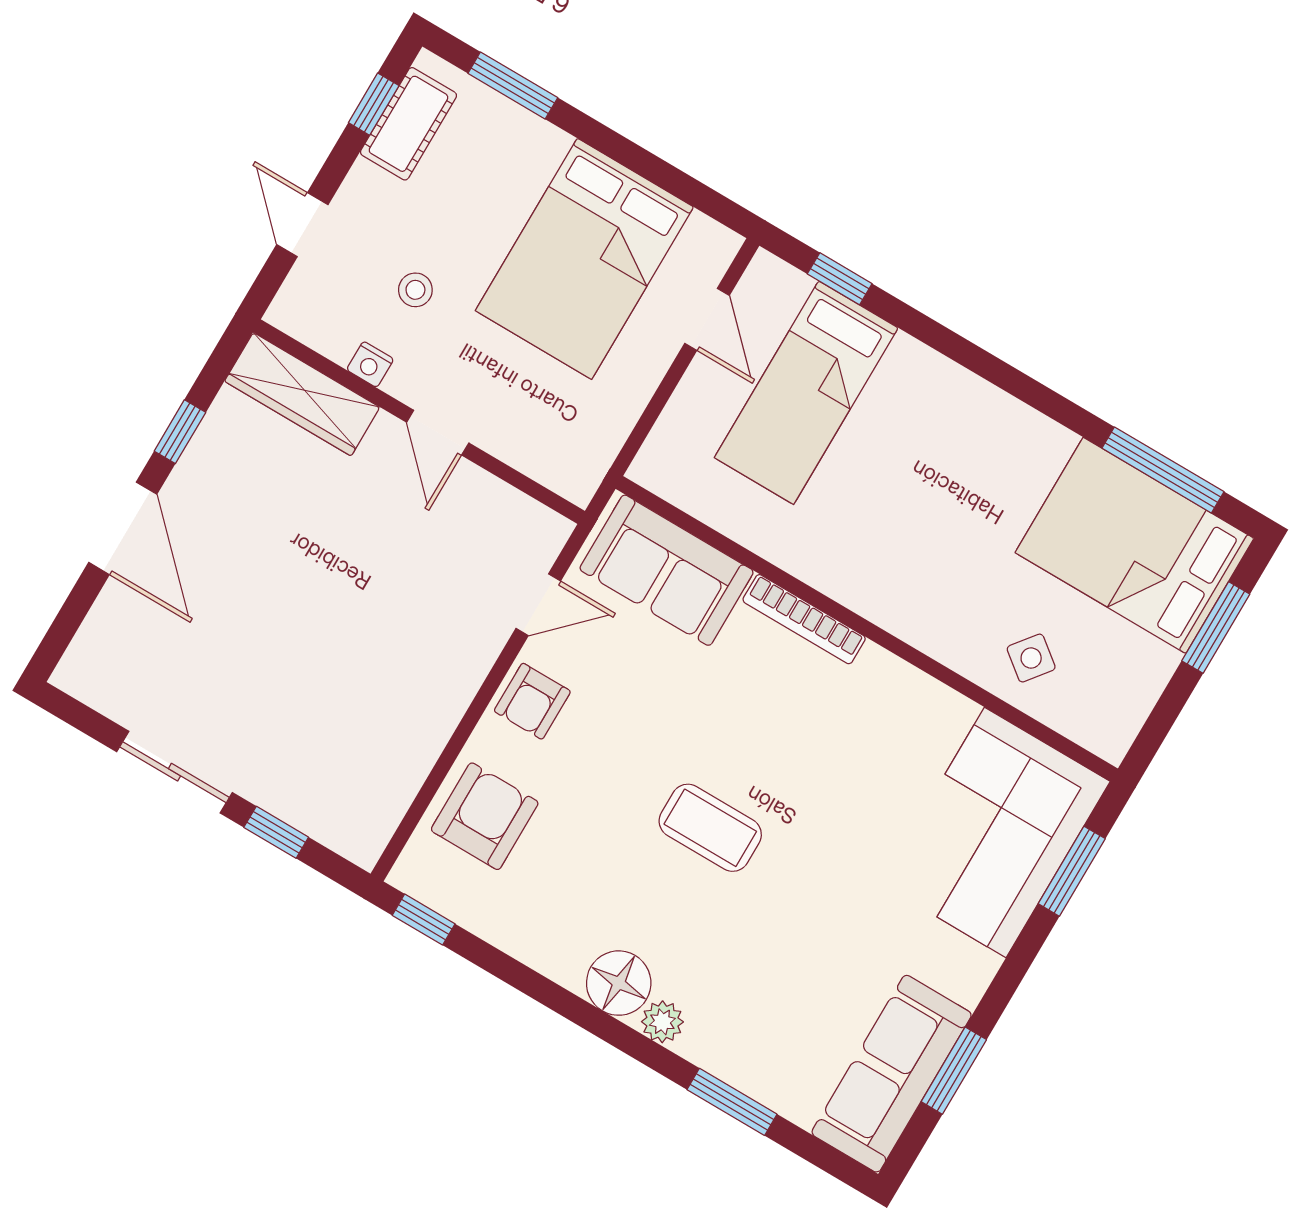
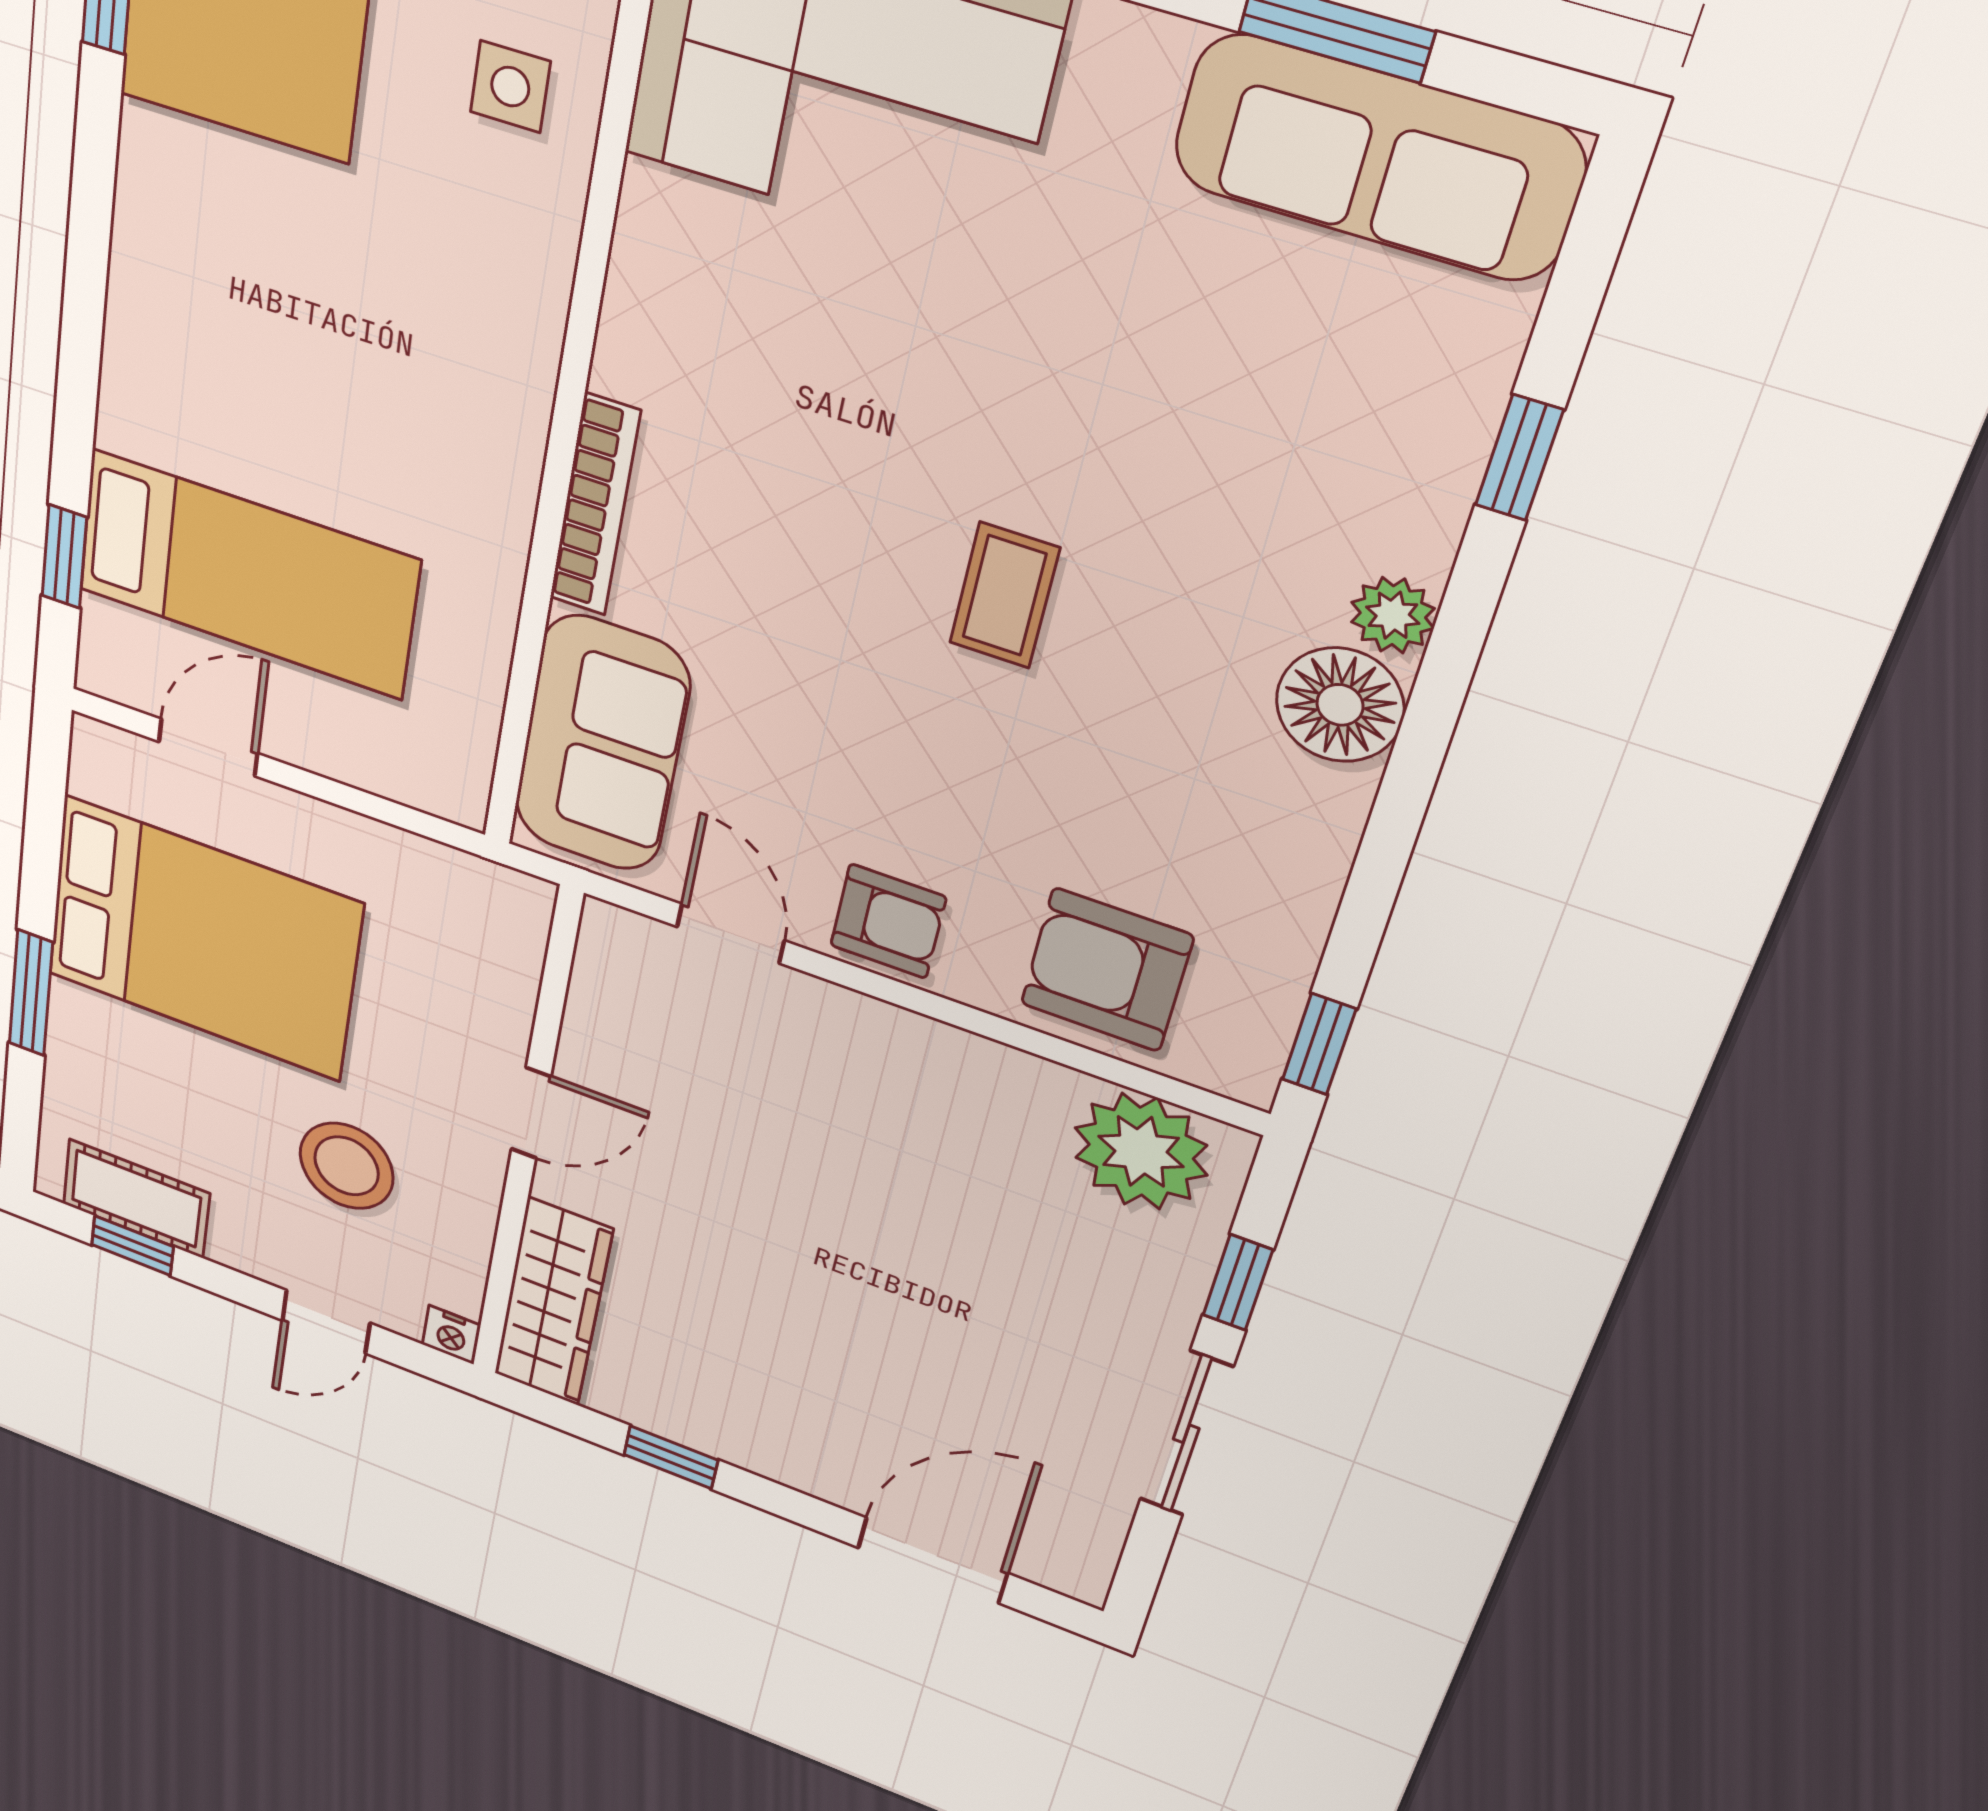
window: (513, 85) -> (31, 993), moved
stool: (415, 290) -> (347, 1166), width x1.89, depth x1.89
nightstand: (370, 364) -> (451, 1335), moved, turned 90
door: (123, 528) -> (932, 1560), moved
side table: (1031, 658) -> (510, 87), turned -38
plant: (368, 802) -> (1141, 1151), added
coffee table: (710, 828) -> (1004, 595), width x0.73, depth x0.77
window: (732, 1102) -> (1519, 458), width x0.67

